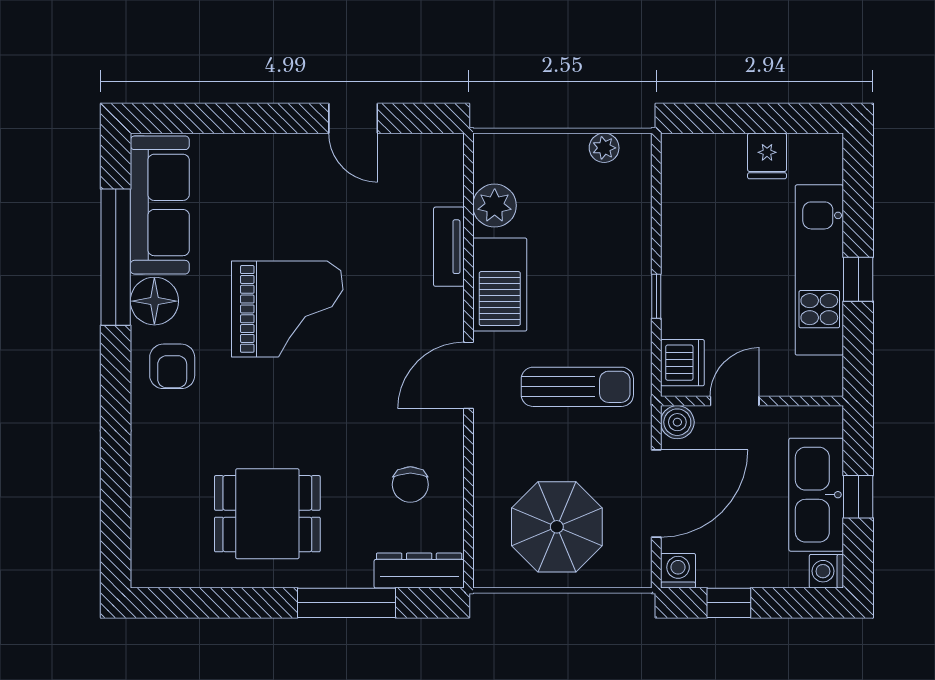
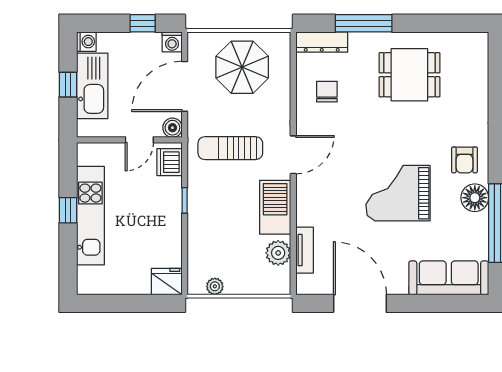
door: (353, 118) -> (360, 303), width x1.87
fridge: (767, 156) -> (167, 282), moved, width x1.38
sofa: (160, 205) -> (449, 278), moved, turned 90
tv unit: (449, 247) -> (305, 250), moved
armchair: (172, 366) -> (464, 160), turned 180

